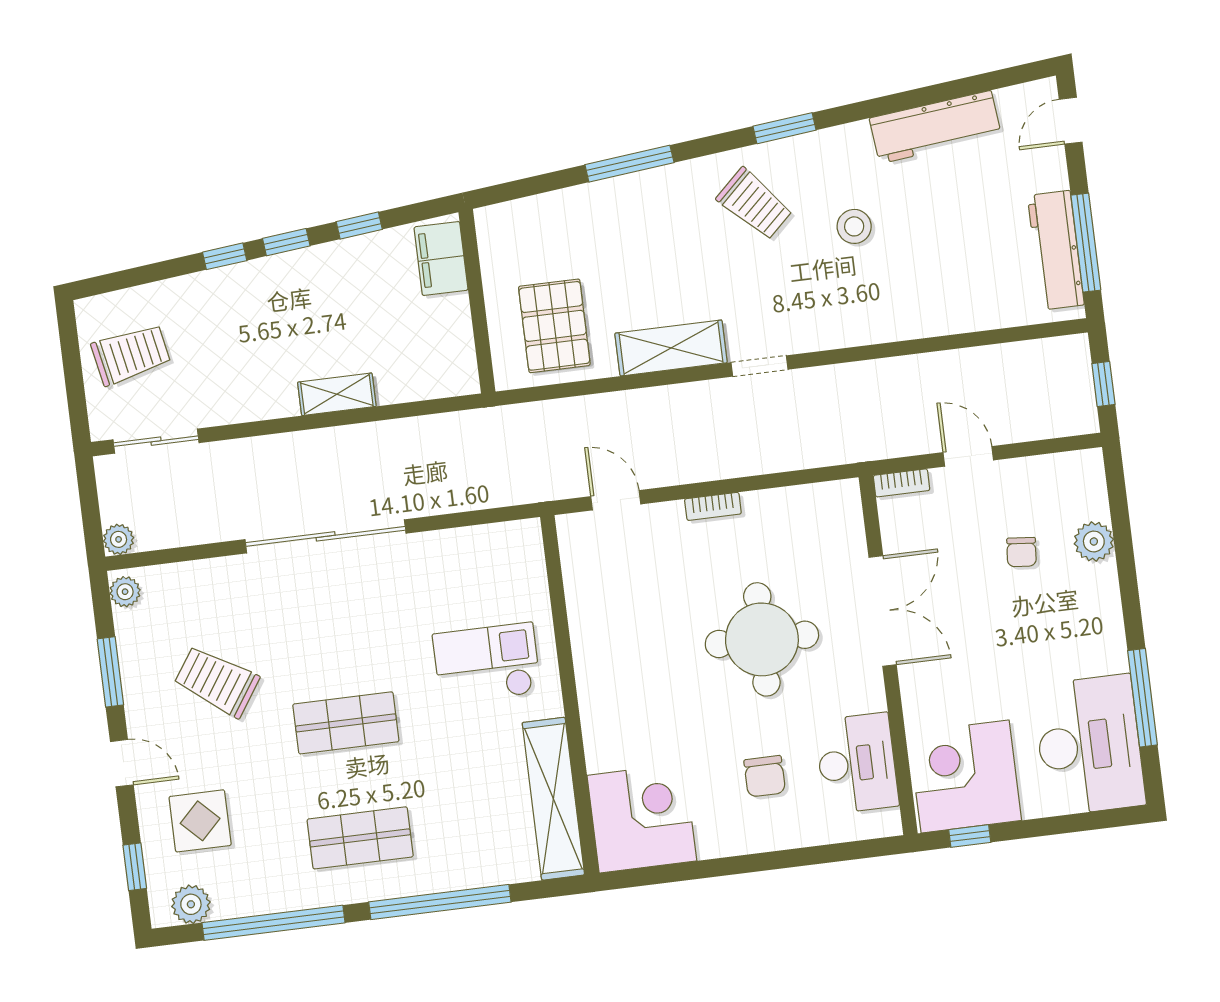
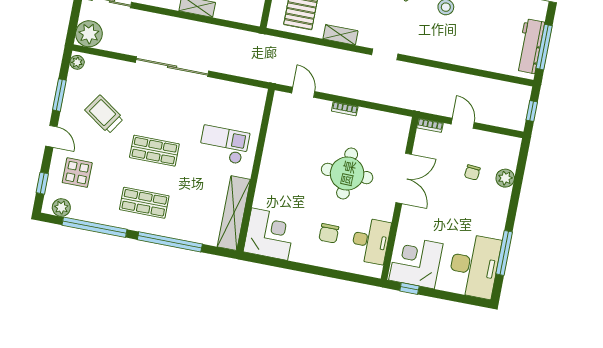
shelving: (671, 348) -> (340, 35), width x0.67, depth x0.75
plant: (119, 539) -> (89, 34), width x1.88, depth x1.88

